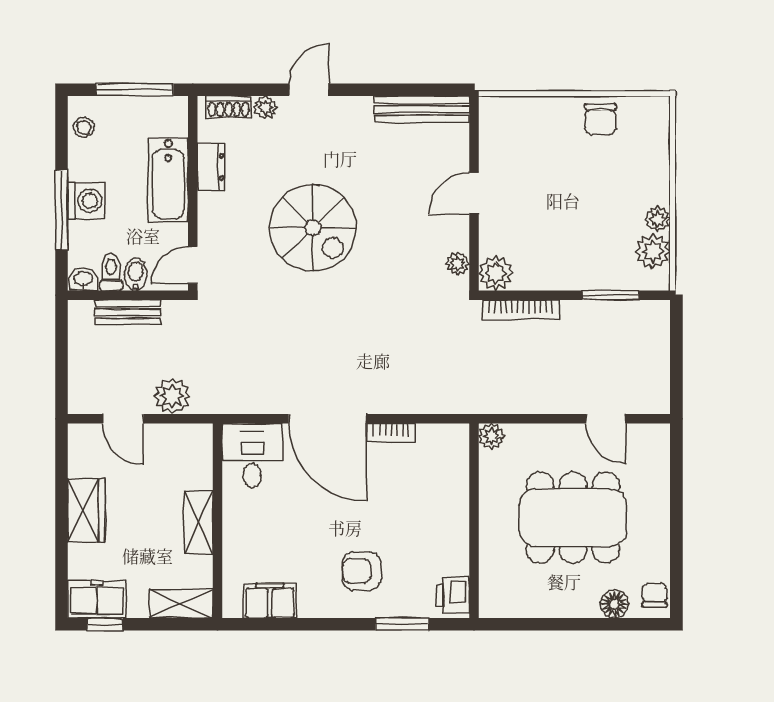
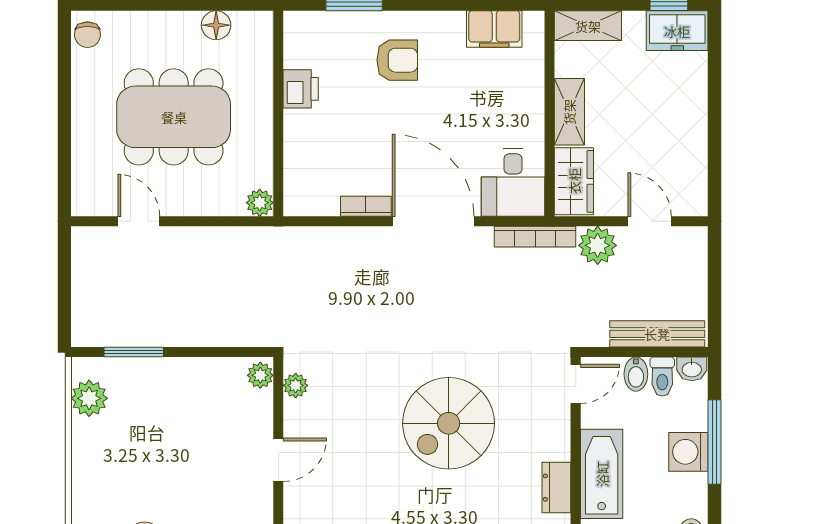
plant: (658, 219) -> (84, 433), removed
spiral stairs: (313, 228) -> (449, 423), turned -90
plant: (496, 273) -> (260, 375), width x0.73, depth x0.73
bookcase: (520, 310) -> (535, 237), moved, turned 180
bench: (128, 312) -> (657, 334), width x1.36
wardrobe: (86, 510) -> (574, 181), moved, turned 180
printer: (453, 595) -> (301, 89), moved
floor lamp: (614, 604) -> (216, 25), moved

